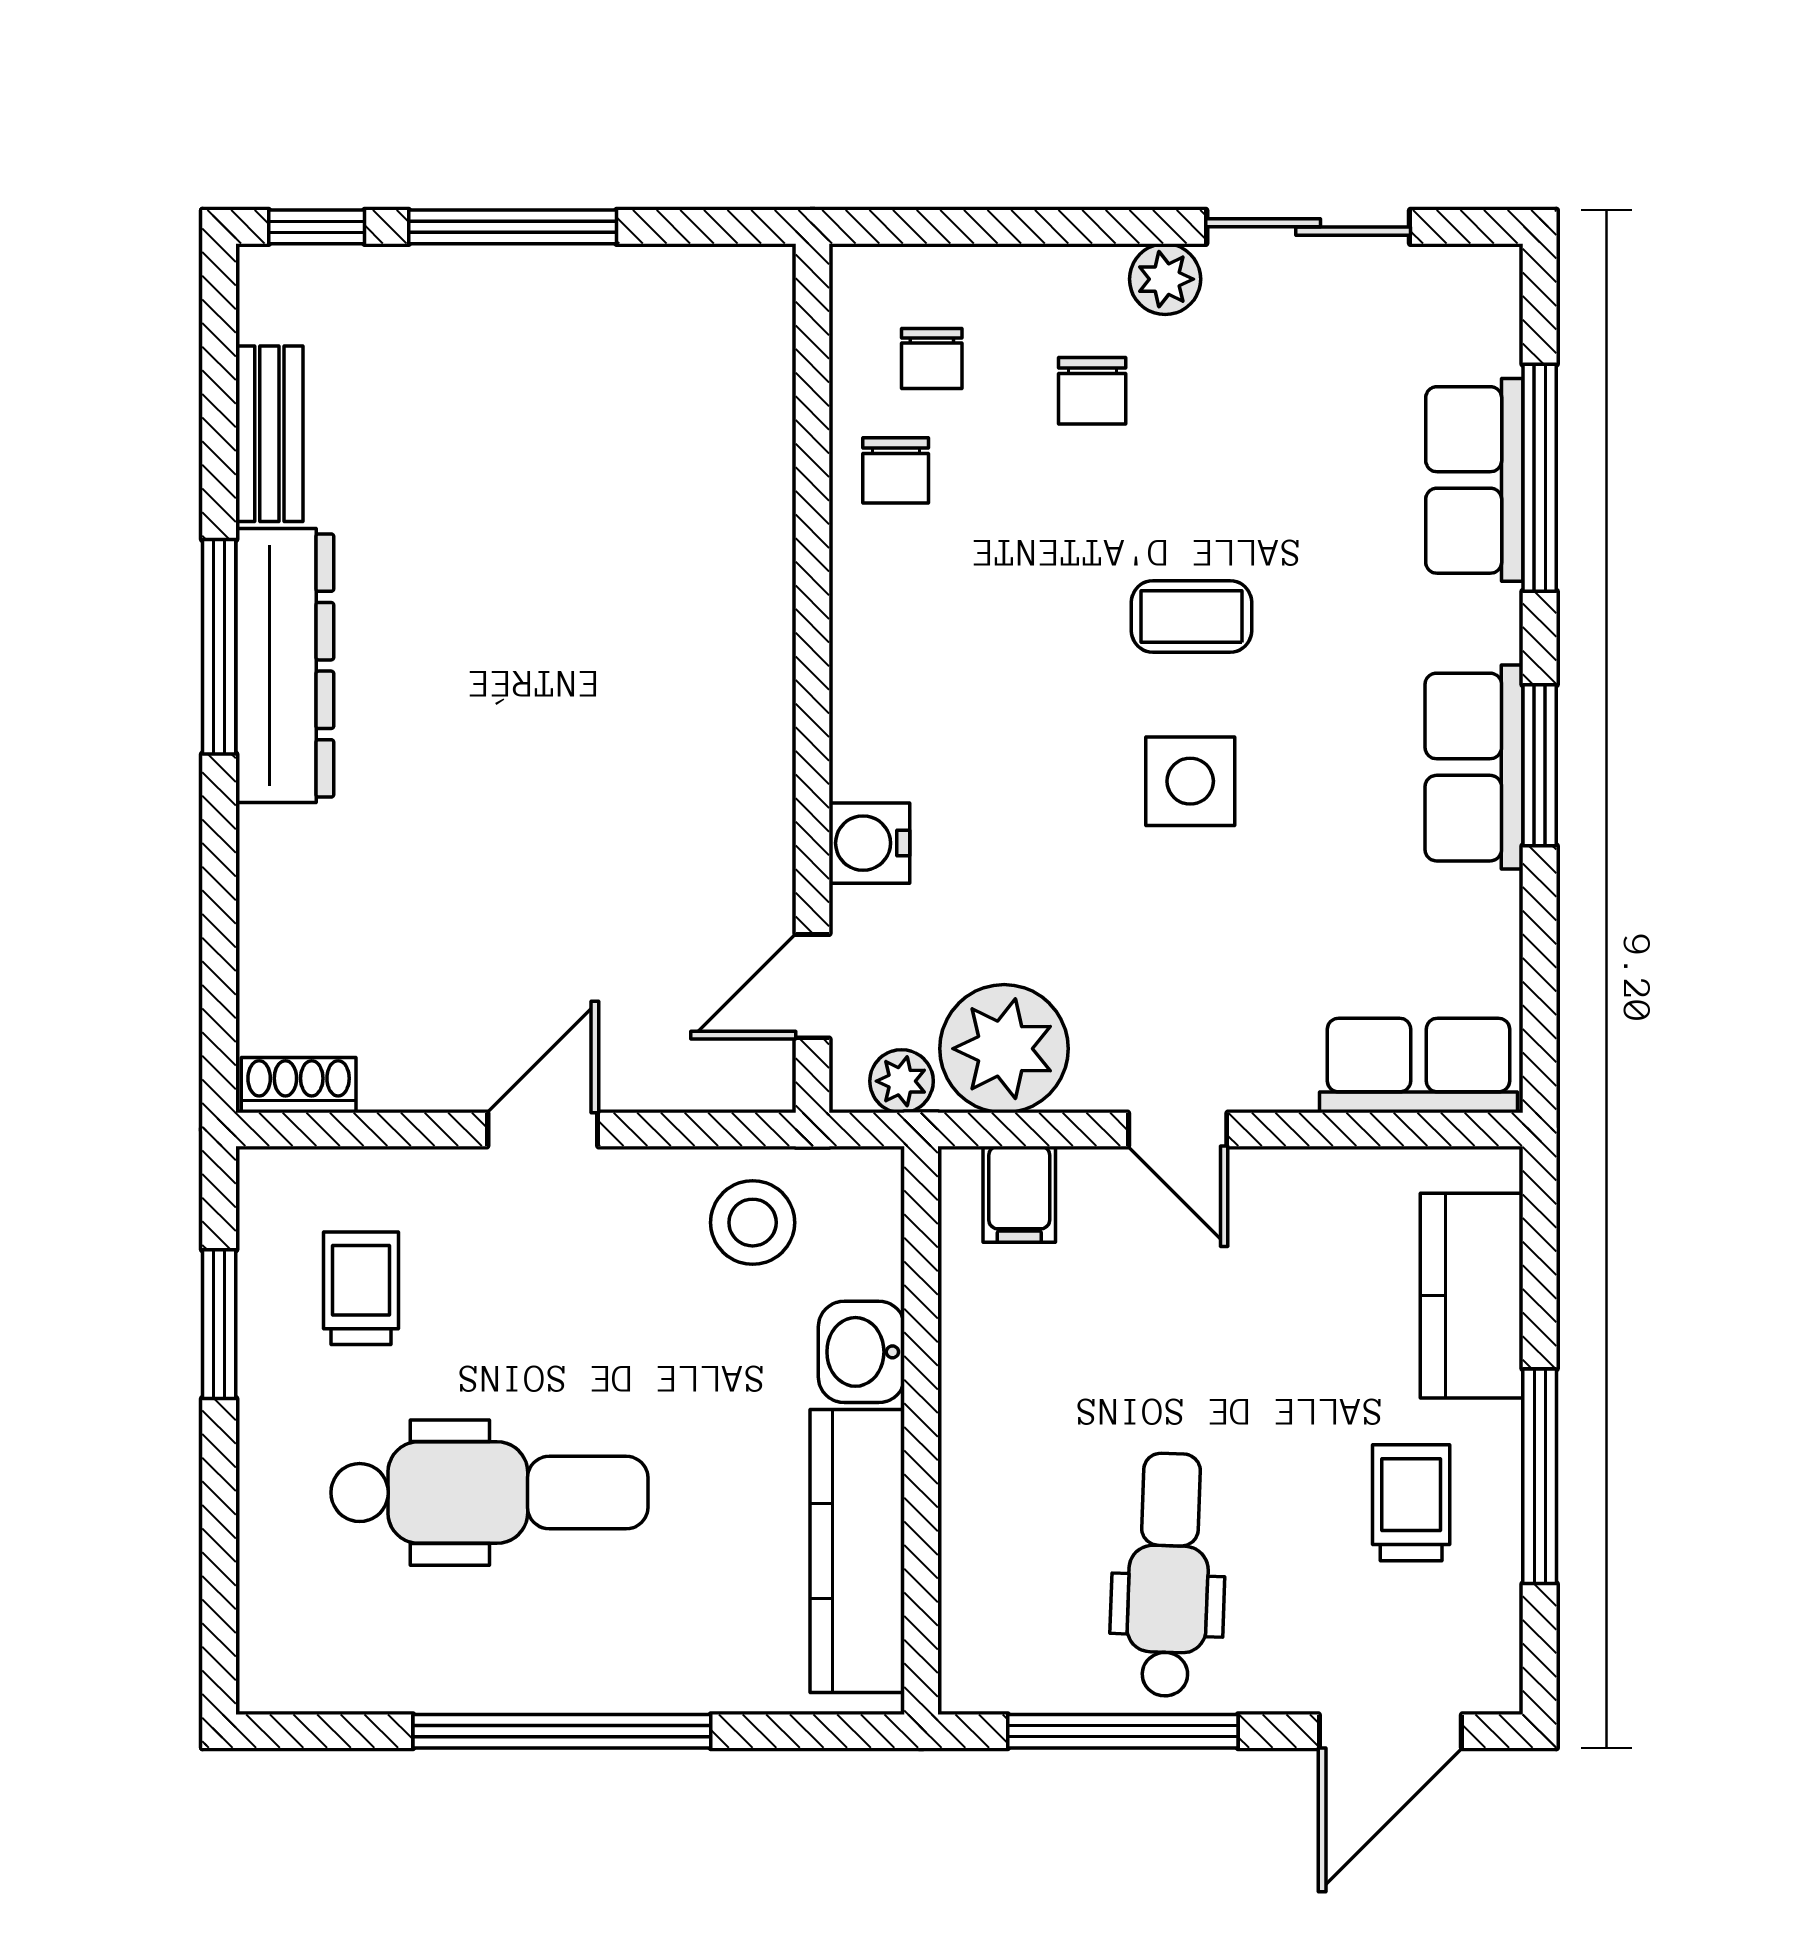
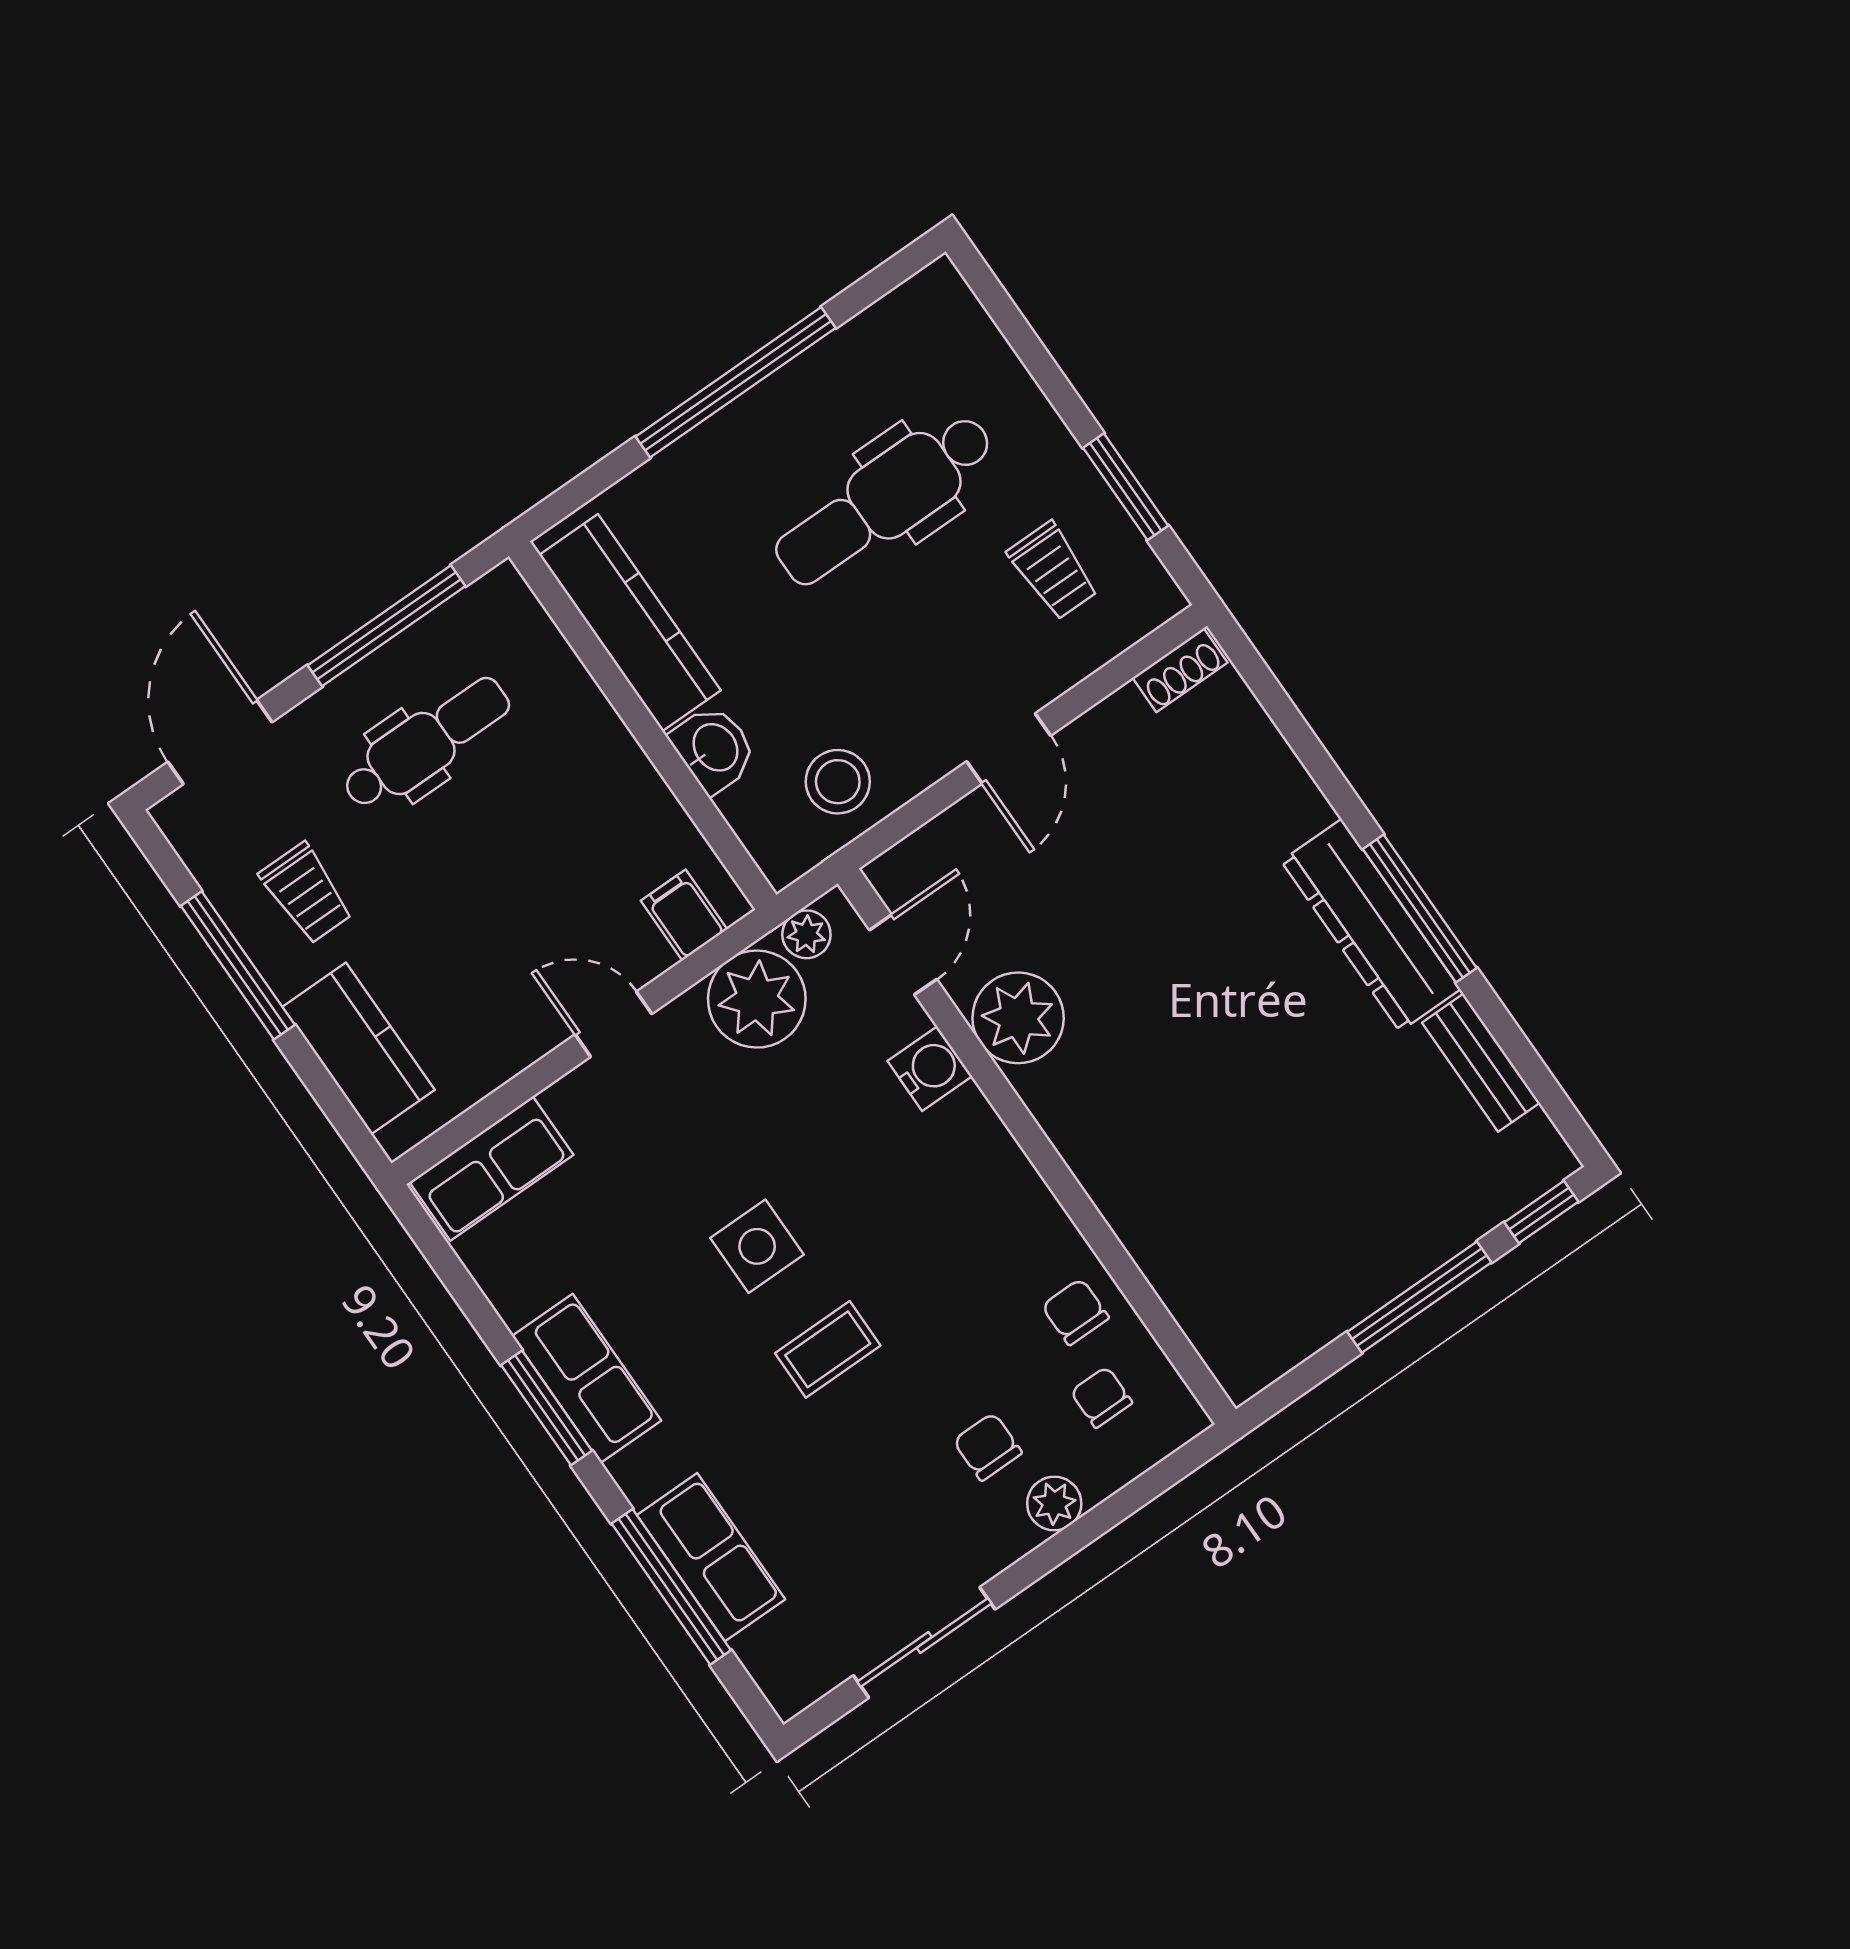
plant: (1165, 279) -> (1054, 1503), moved
plant: (736, 831) -> (1018, 1018), added
dental chair: (1168, 1575) -> (426, 743), turned -92

